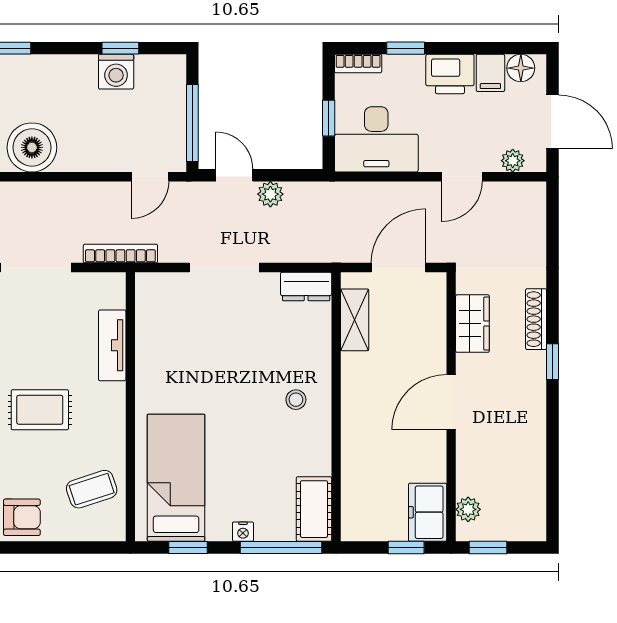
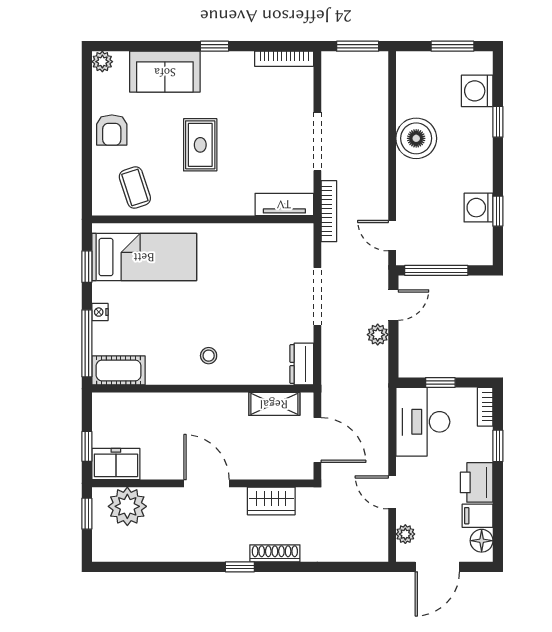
tv unit: (112, 345) -> (284, 204), moved
plant: (468, 509) -> (127, 506), width x1.88, depth x1.88

